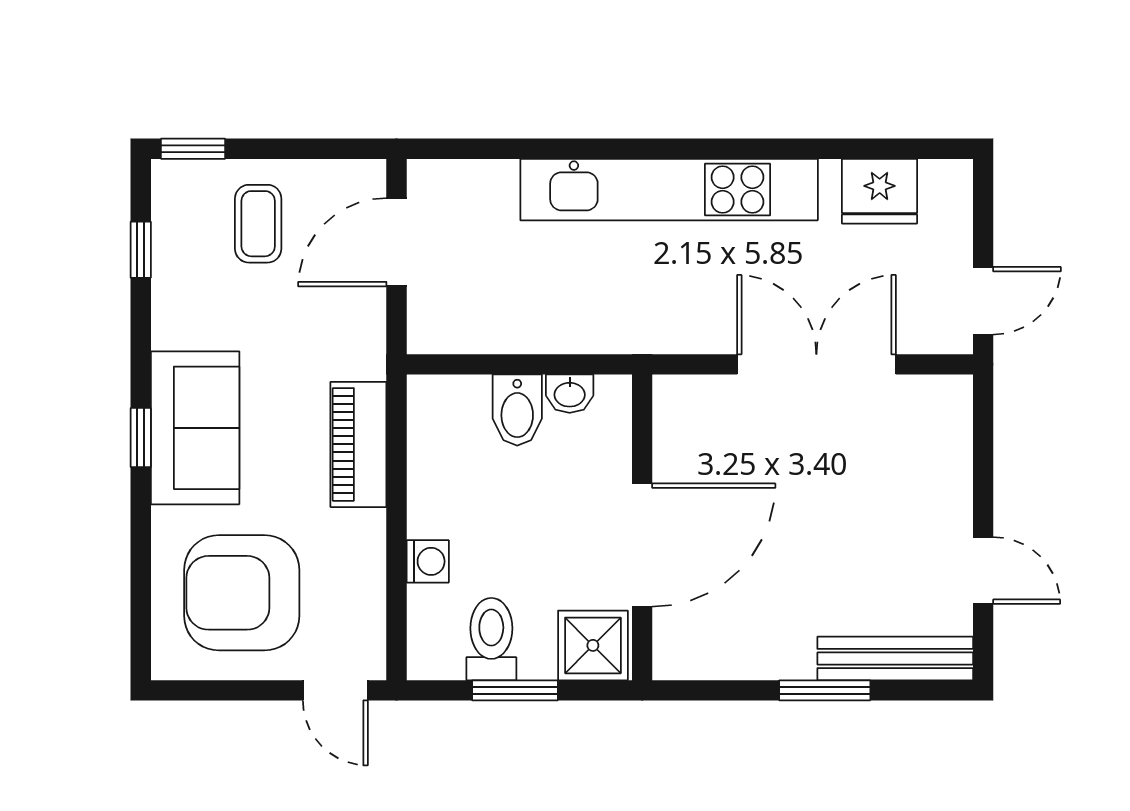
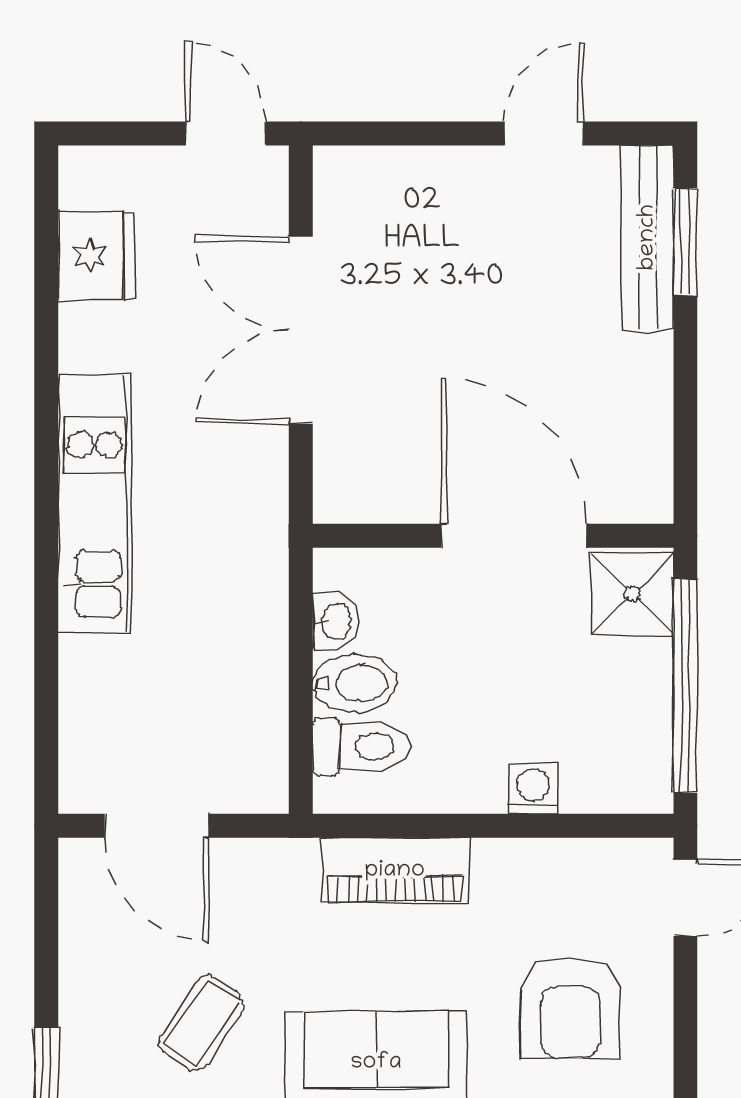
kitchen unit: (669, 190) -> (94, 504), width x0.73
coffee table: (258, 224) -> (201, 1023), moved, turned -57
armchair: (242, 593) -> (570, 1008), width x0.73, depth x0.73
toilet: (491, 639) -> (361, 747), moved, turned 180
window: (515, 690) -> (685, 686), width x2.11
window: (825, 690) -> (685, 242), moved

